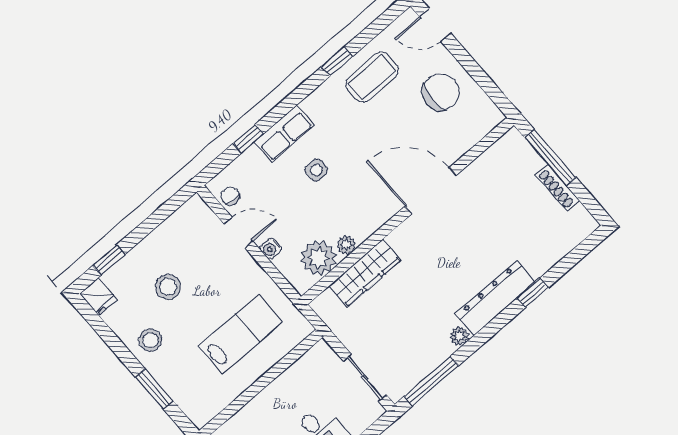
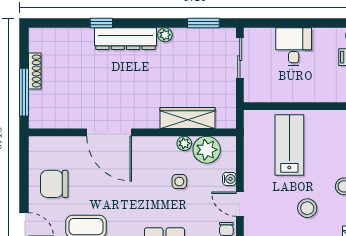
side table: (316, 170) -> (179, 182), moved
lab bench: (240, 334) -> (289, 145), turned 90
window: (431, 381) -> (203, 23), width x0.69

